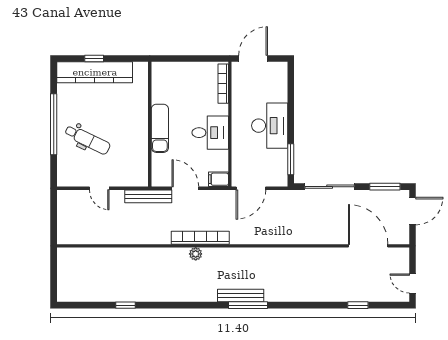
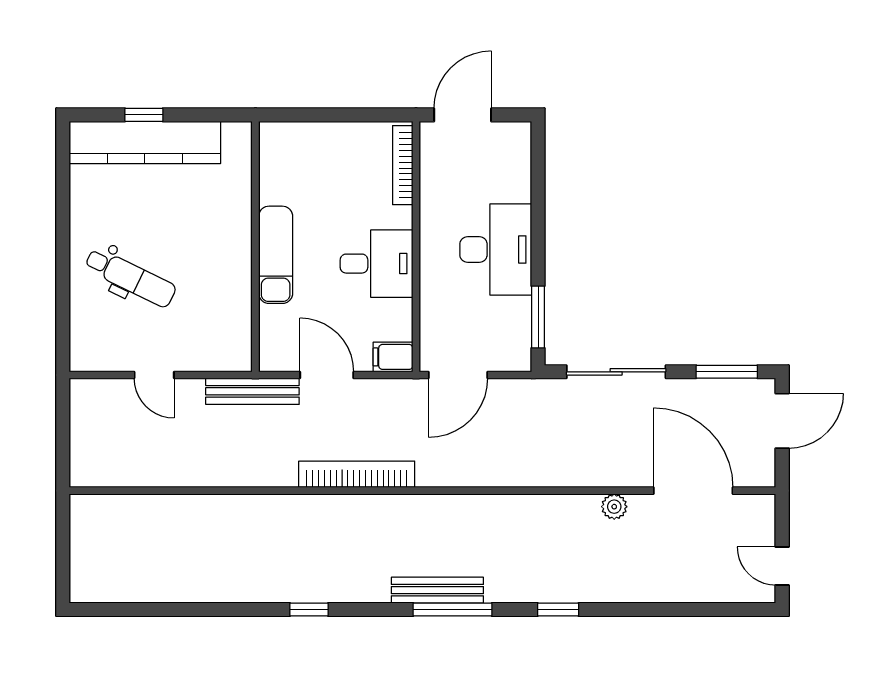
window: (54, 124) -> (63, 247), removed
plant: (196, 254) -> (614, 507), moved
window: (125, 305) -> (309, 609), moved
window: (358, 305) -> (558, 609), moved

